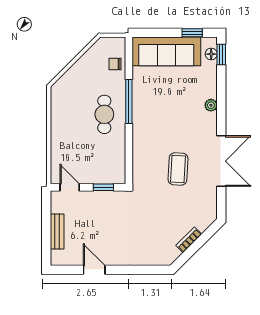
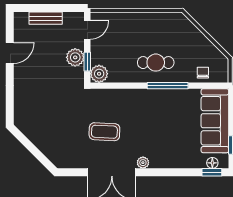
plant: (211, 105) -> (143, 163), moved
plant: (116, 175) -> (99, 74), added
plant: (99, 200) -> (75, 57), added
bookcase: (189, 240) -> (38, 142), removed

